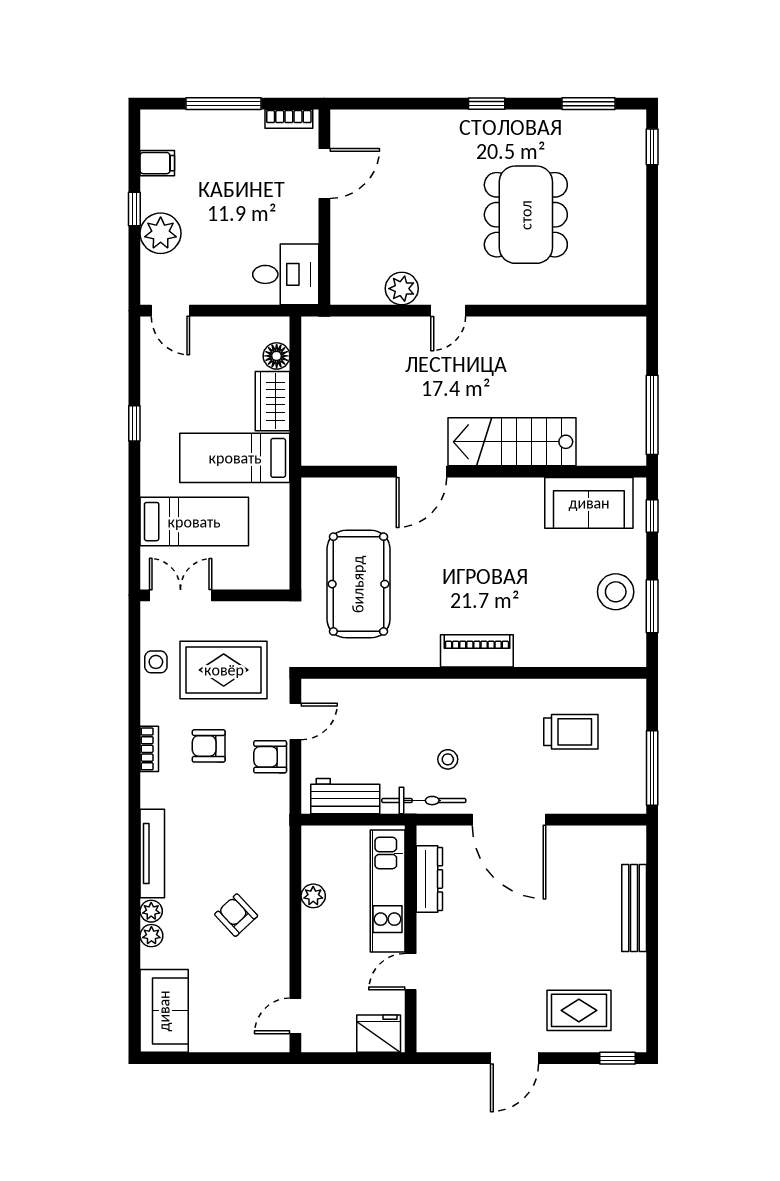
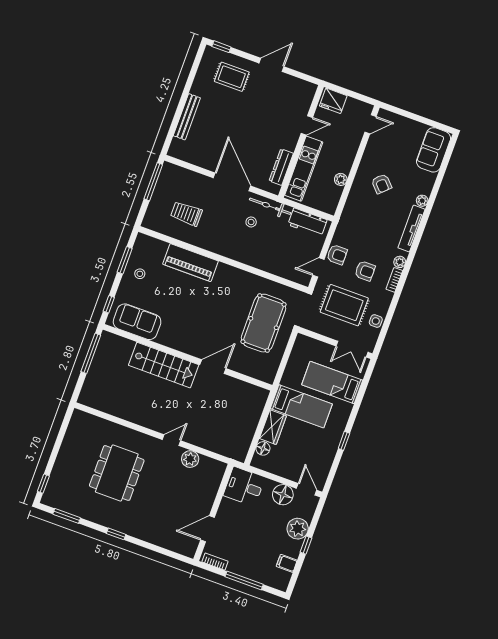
floor lamp: (210, 285) -> (283, 495), added
stool: (616, 592) -> (140, 274), width x0.53, depth x0.53
piano: (477, 651) -> (190, 263), moved, width x1.37, depth x1.33
plant: (151, 936) -> (400, 262), moved

